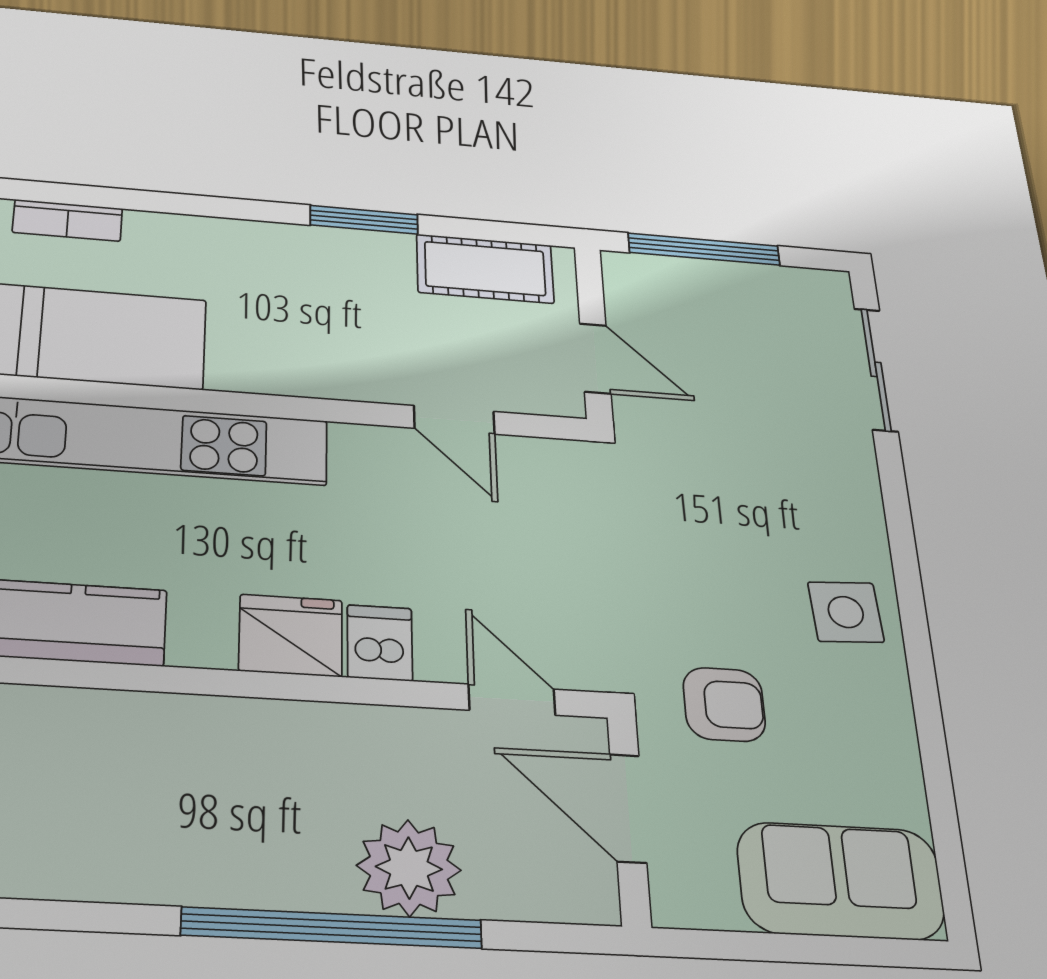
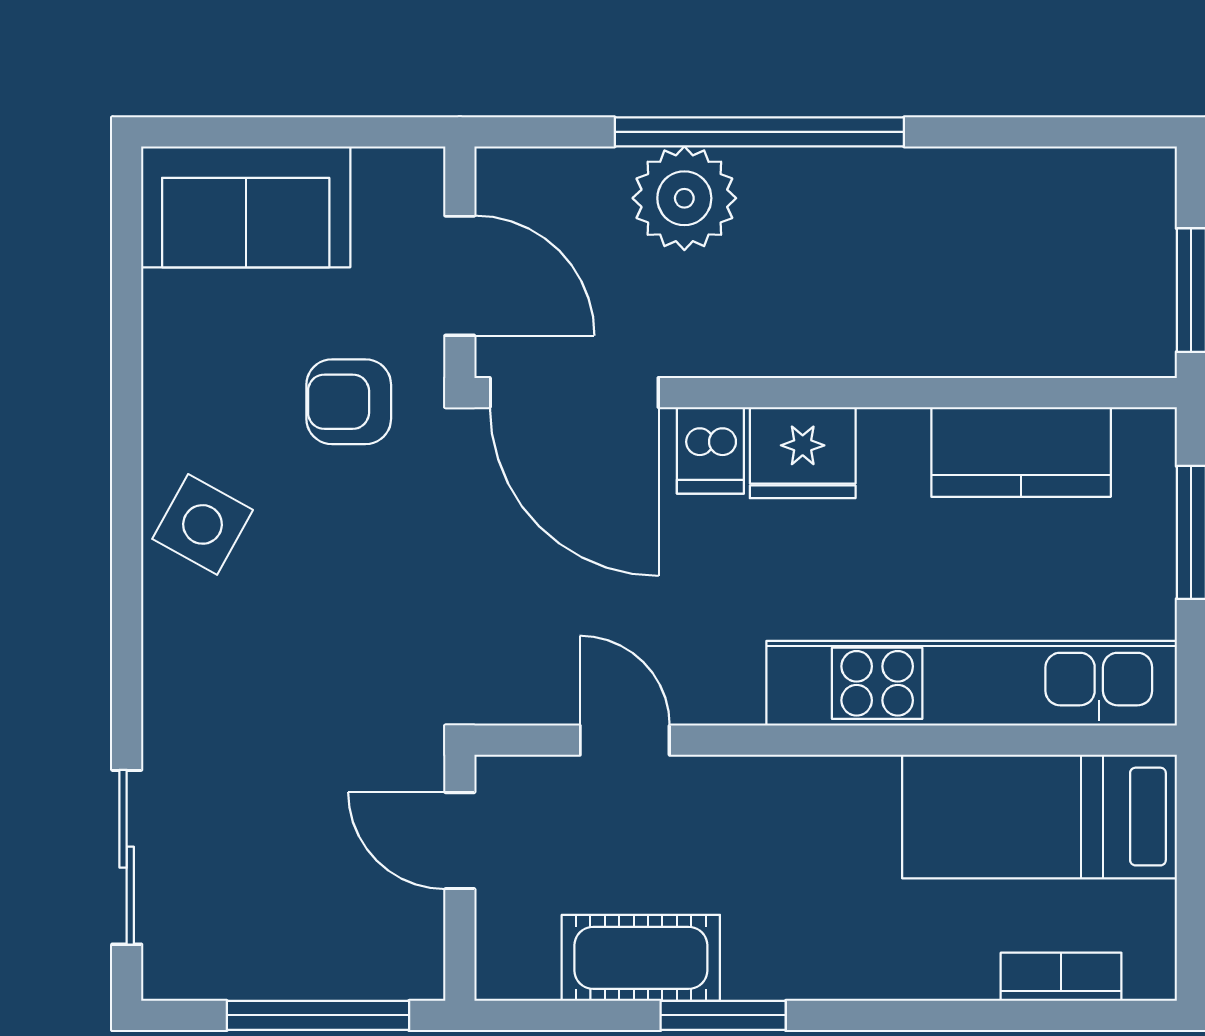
cot: (485, 269) -> (641, 958), moved
side table: (846, 612) -> (203, 524), turned 32
door: (512, 700) -> (574, 393), width x1.87

